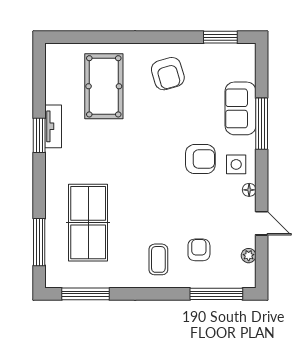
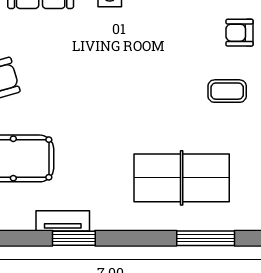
armchair: (200, 159) -> (103, 39), removed
armchair: (199, 250) -> (240, 33), moved

